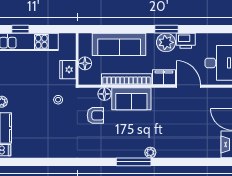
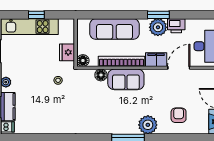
window: (20, 29) -> (36, 15), moved
floor lamp: (85, 63) -> (83, 61), moved
door: (188, 86) -> (179, 68), hinge flipped
armchair: (95, 115) -> (179, 115), moved, turned -90
plant: (150, 153) -> (148, 125), width x1.88, depth x1.88

